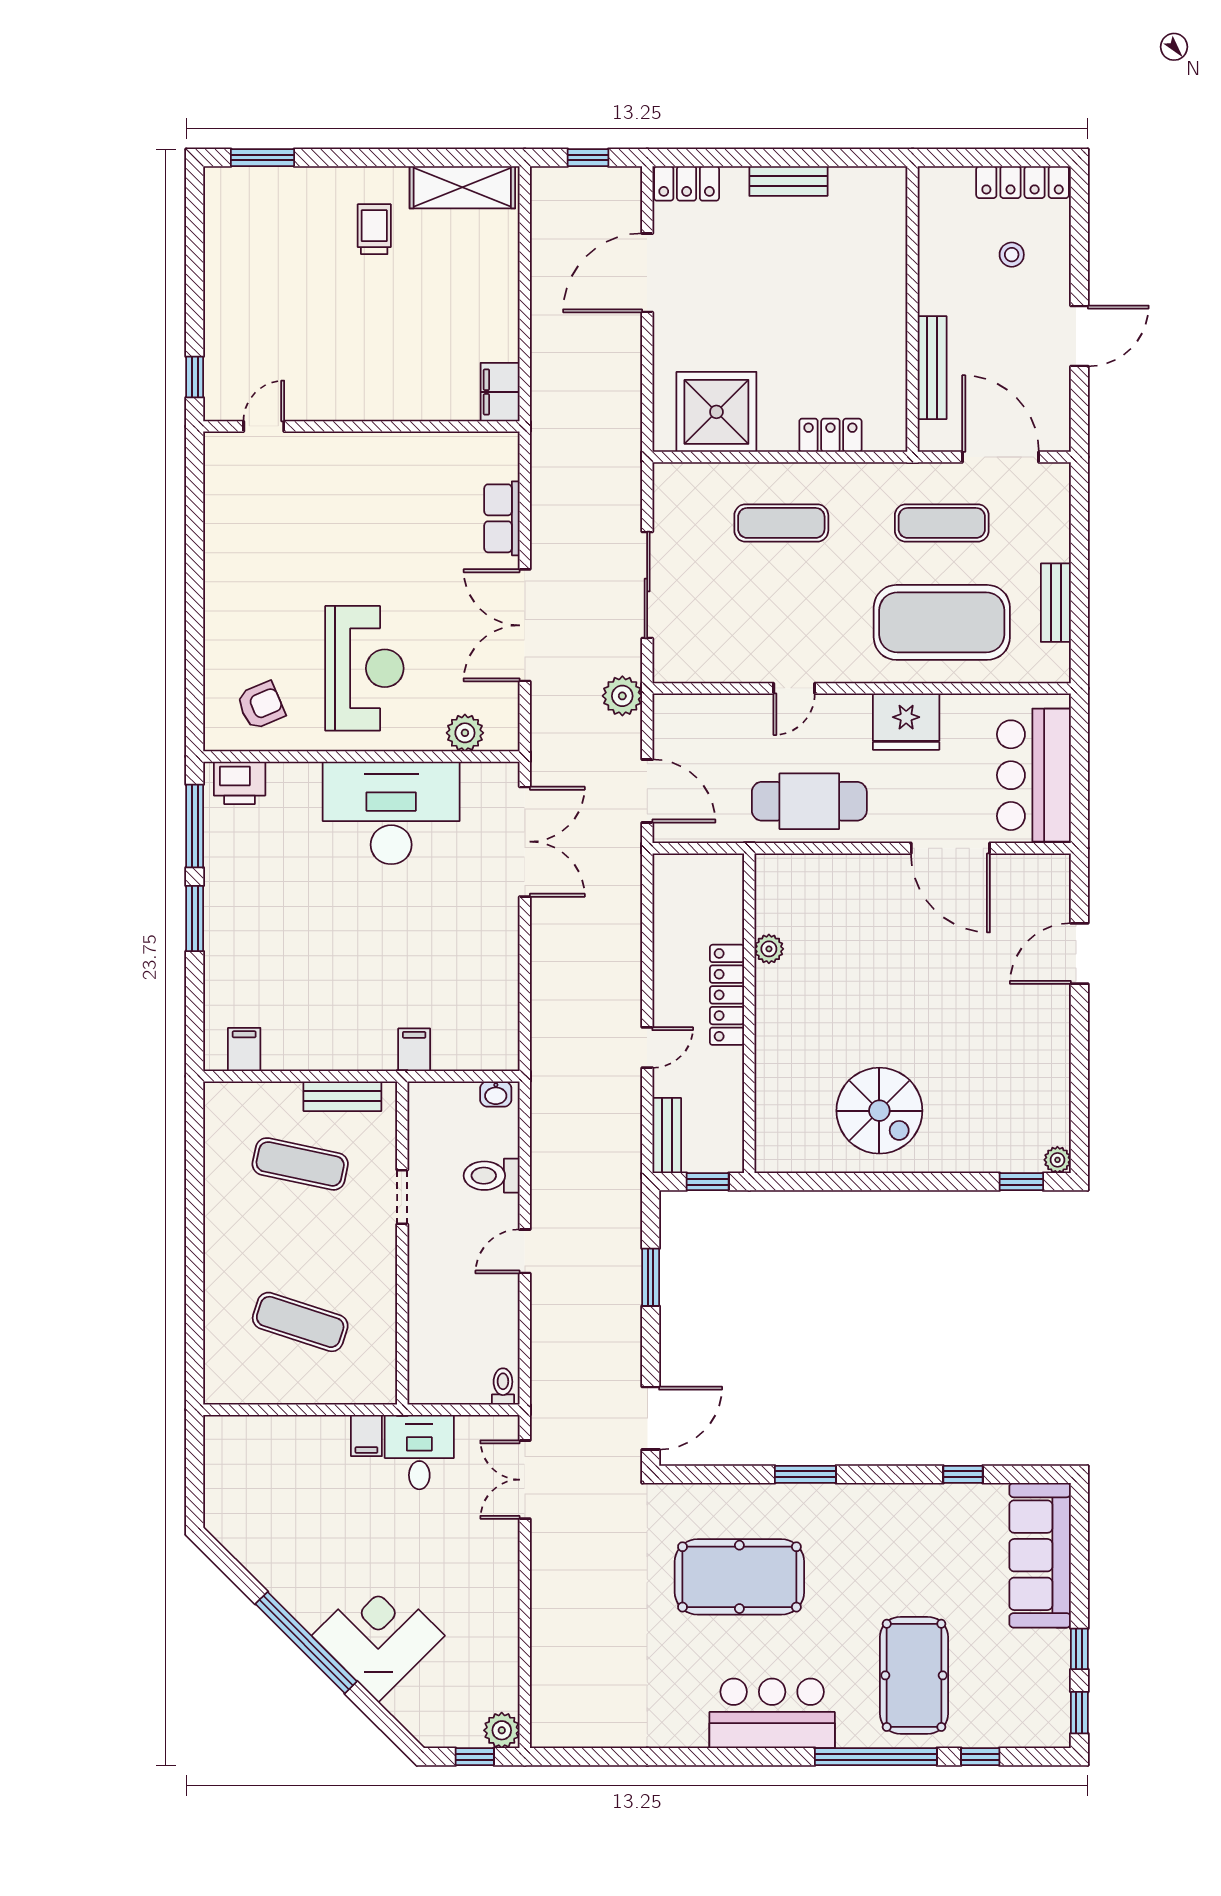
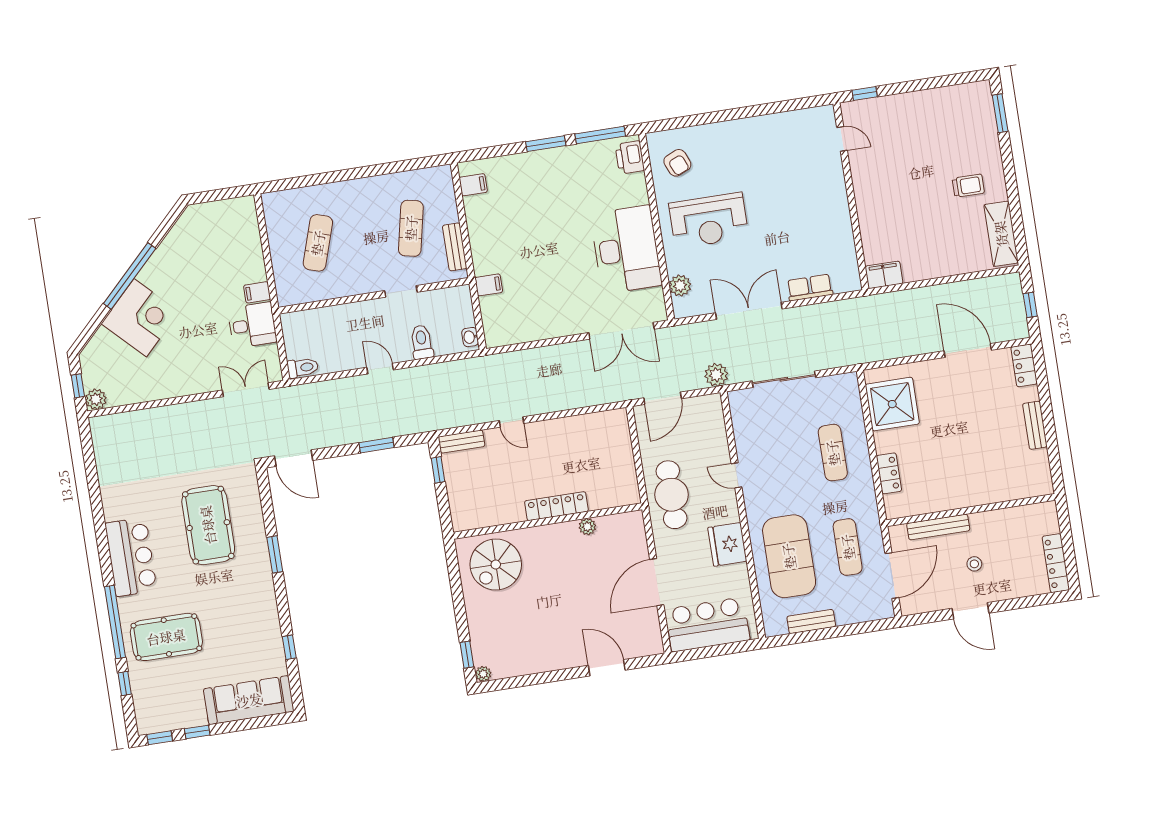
stool: (1012, 255) -> (974, 564), moved
plant: (769, 949) -> (587, 527), moved
locker: (727, 995) -> (556, 506), moved
wall: (749, 1013) -> (548, 521), moved
toilet: (503, 1386) -> (303, 368), width x1.37, depth x1.39

